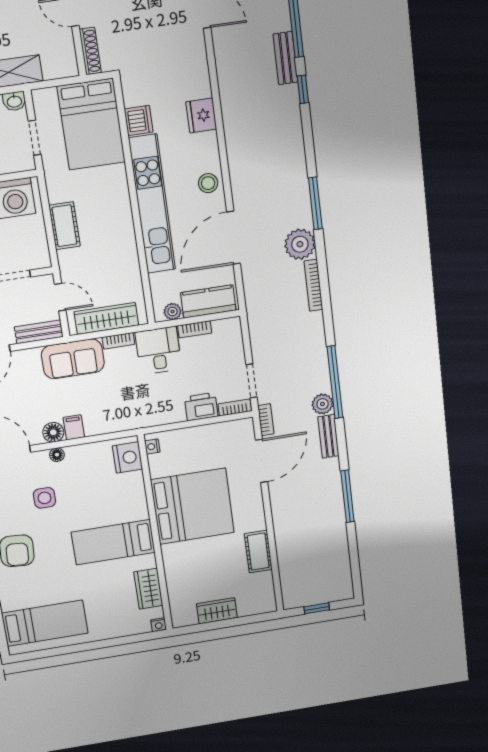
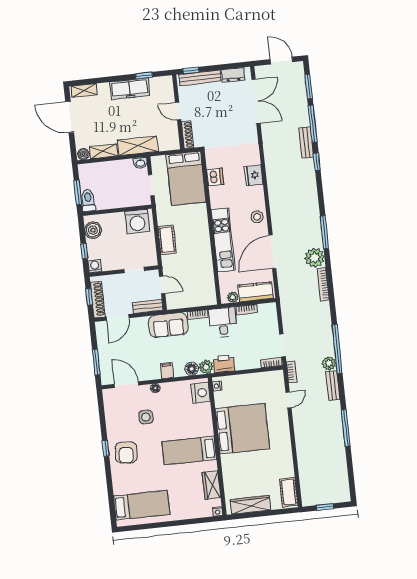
kitchen unit: (152, 204) -> (223, 240), width x0.73
wardrobe: (106, 318) -> (191, 300), removed
printer: (201, 407) -> (224, 364), moved
plant: (135, 419) -> (206, 367), added
floor lamp: (53, 432) -> (192, 369), moved
door: (262, 461) -> (288, 400), width x0.53
cot: (258, 552) -> (289, 492), moved
wardrobe: (217, 611) -> (251, 505), width x1.50

